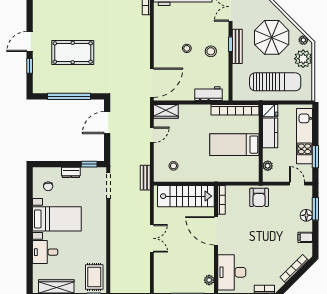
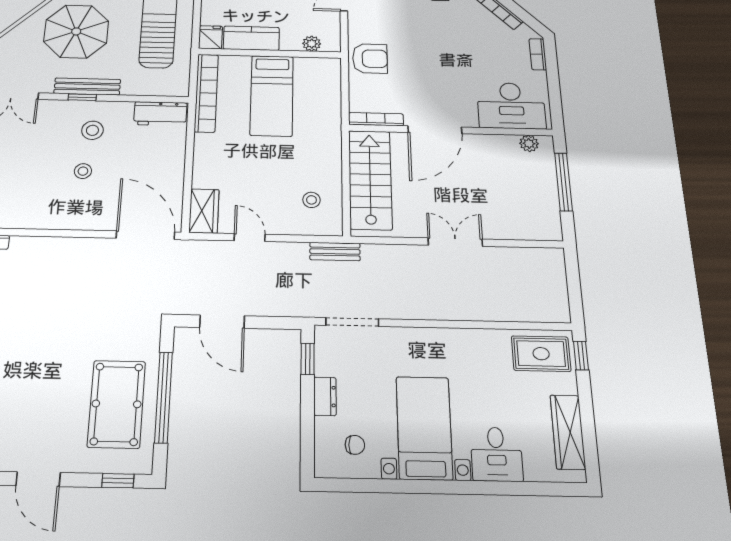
pool table: (73, 53) -> (117, 404), moved
window: (30, 66) -> (118, 481), moved
workbench: (209, 94) -> (160, 114), moved, turned -90

